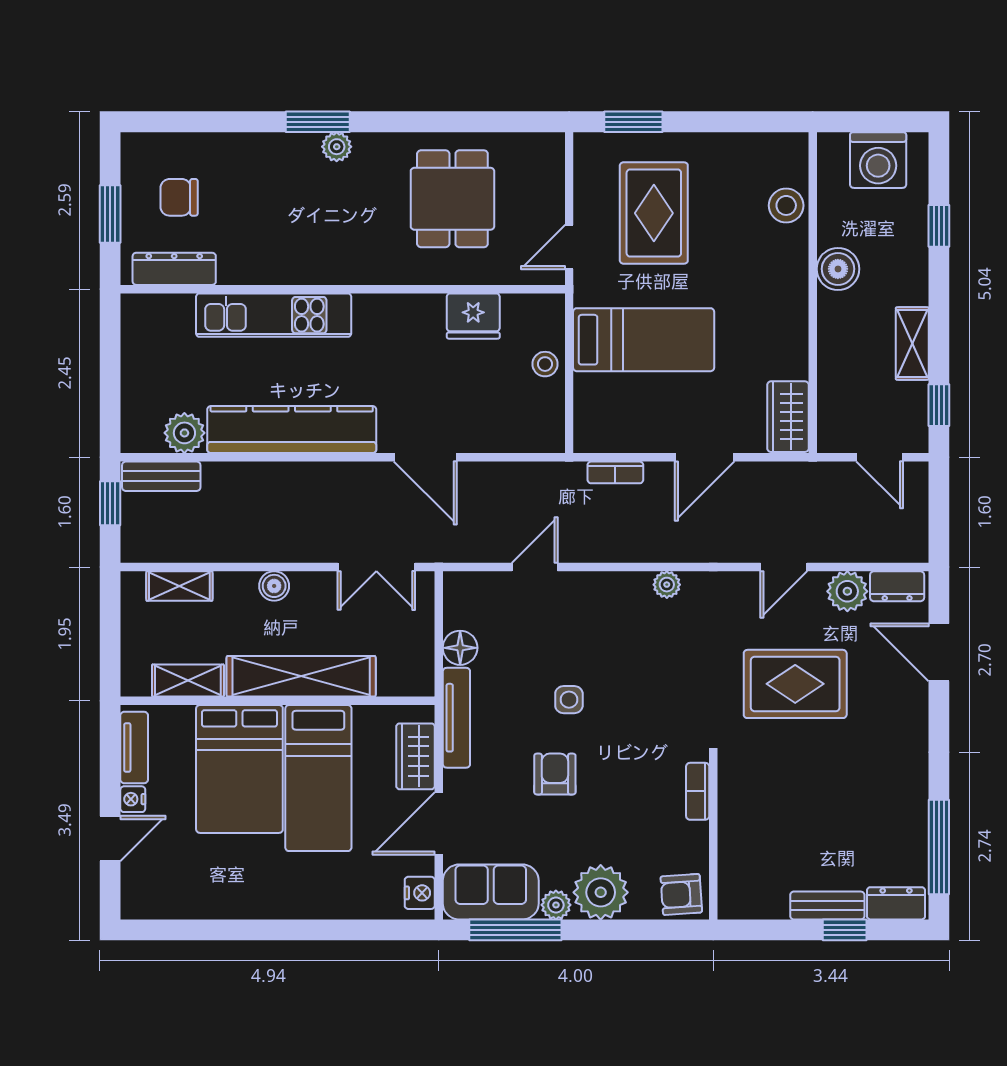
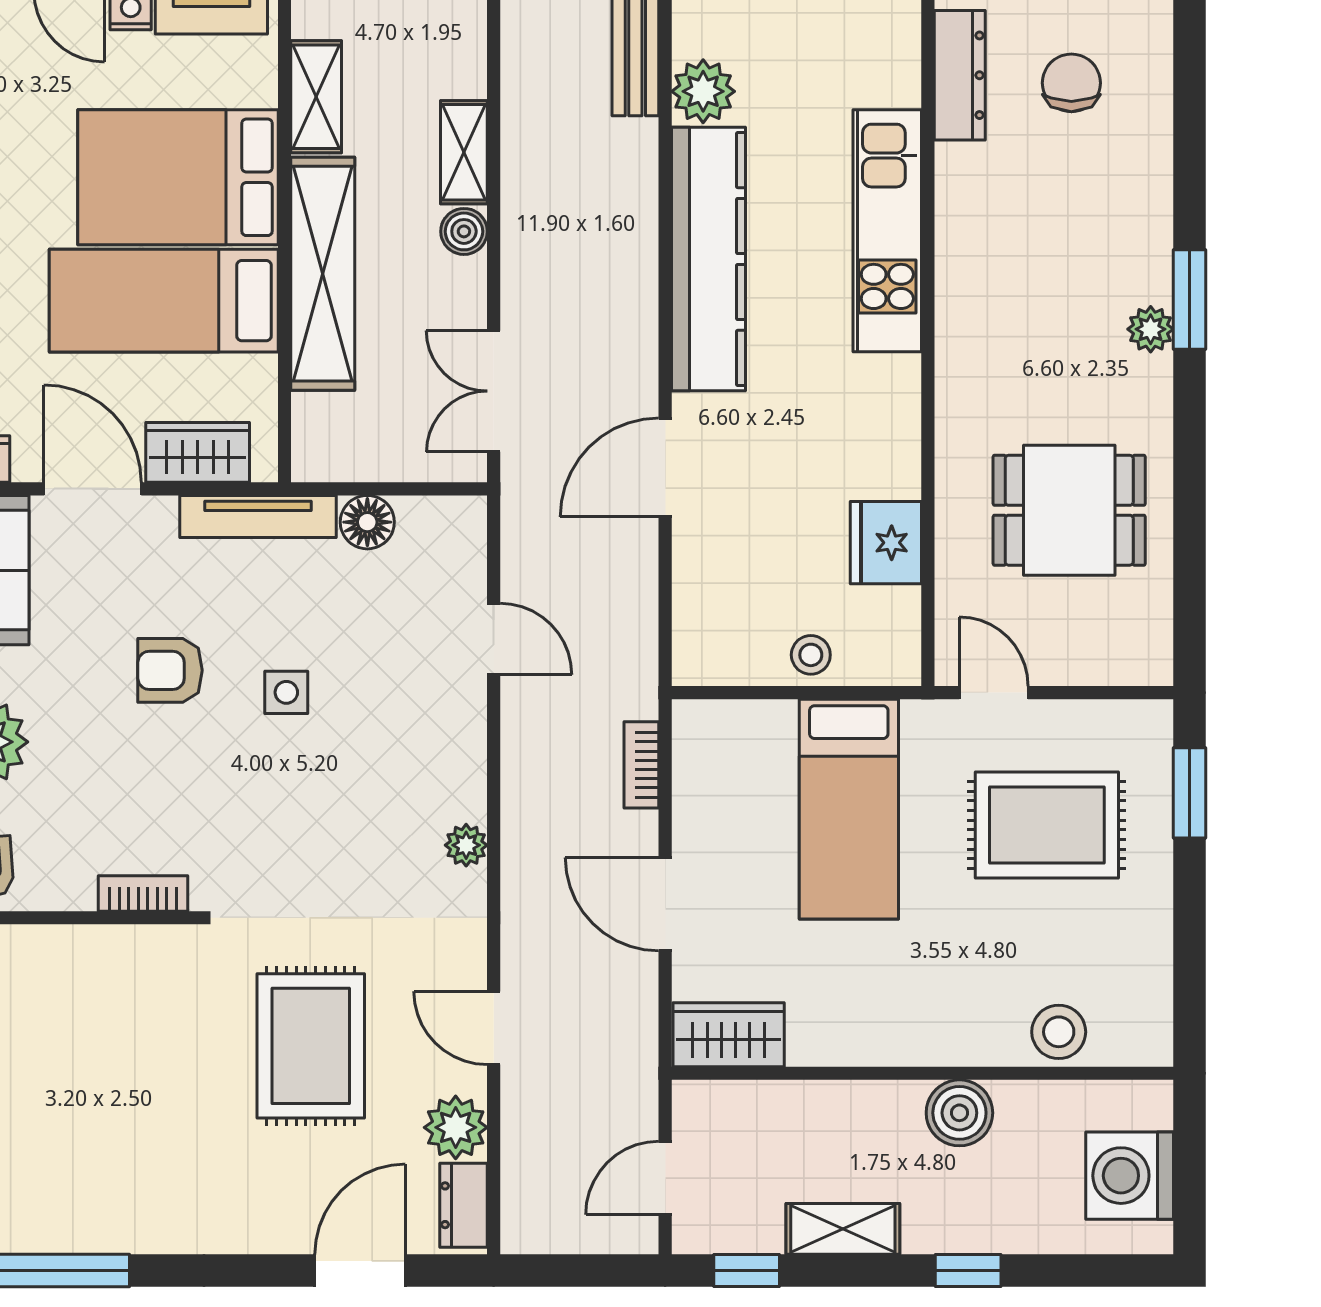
window: (939, 226) -> (968, 1271), moved
shelving: (179, 586) -> (464, 152), moved
armchair: (555, 774) -> (170, 670), turned 180

